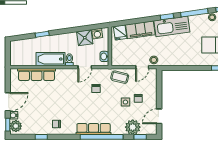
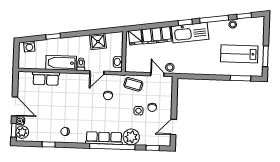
washing machine: (97, 34) -> (29, 46), moved
door: (142, 67) -> (157, 74), swing flipped
row of seats: (37, 74) -> (46, 79), width x0.68
door: (8, 102) -> (15, 106), hinge flipped
plant: (133, 127) -> (131, 137), moved

